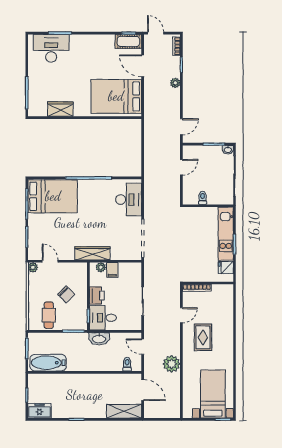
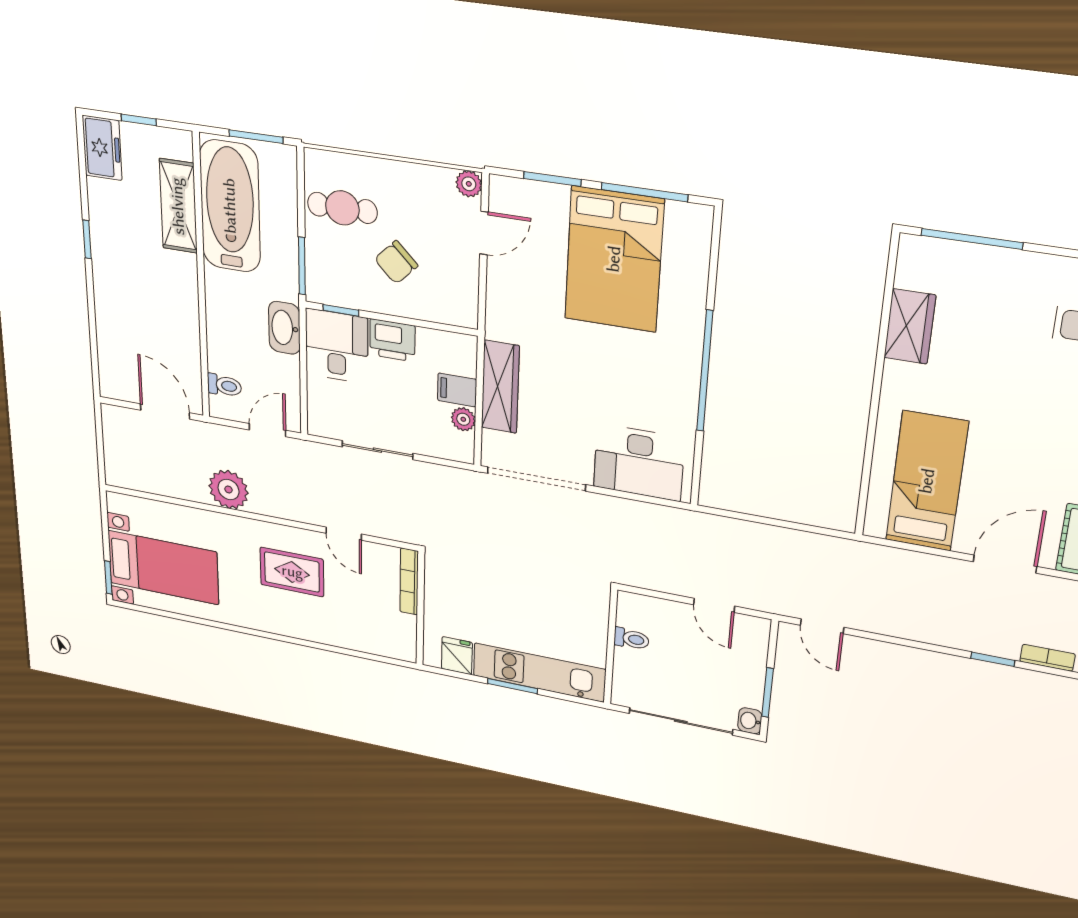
plant: (175, 83) -> (944, 635), removed
bed: (116, 96) -> (927, 481), width x0.67
bed: (53, 196) -> (614, 259), moved
wardrobe: (92, 253) -> (500, 387), moved
plant: (101, 267) -> (463, 419), moved
bathtub: (48, 363) -> (230, 206), width x1.36, depth x1.36
door: (143, 390) -> (165, 411), swing flipped
shelving: (124, 411) -> (178, 206), moved

